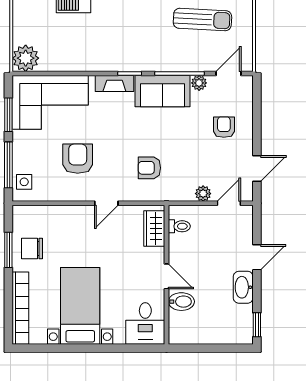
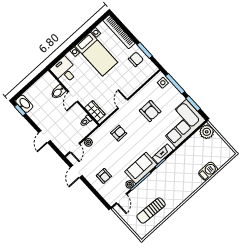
door: (167, 276) -> (73, 97), hinge flipped
washbasin: (243, 287) -> (24, 104), moved

